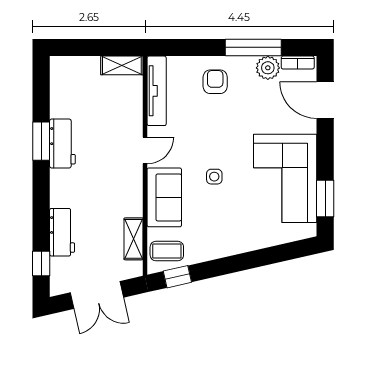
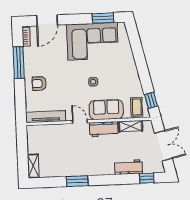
shelving: (122, 65) -> (33, 166), moved
plant: (268, 68) -> (30, 54), removed
workbench: (62, 143) -> (104, 129), moved, turned 180

